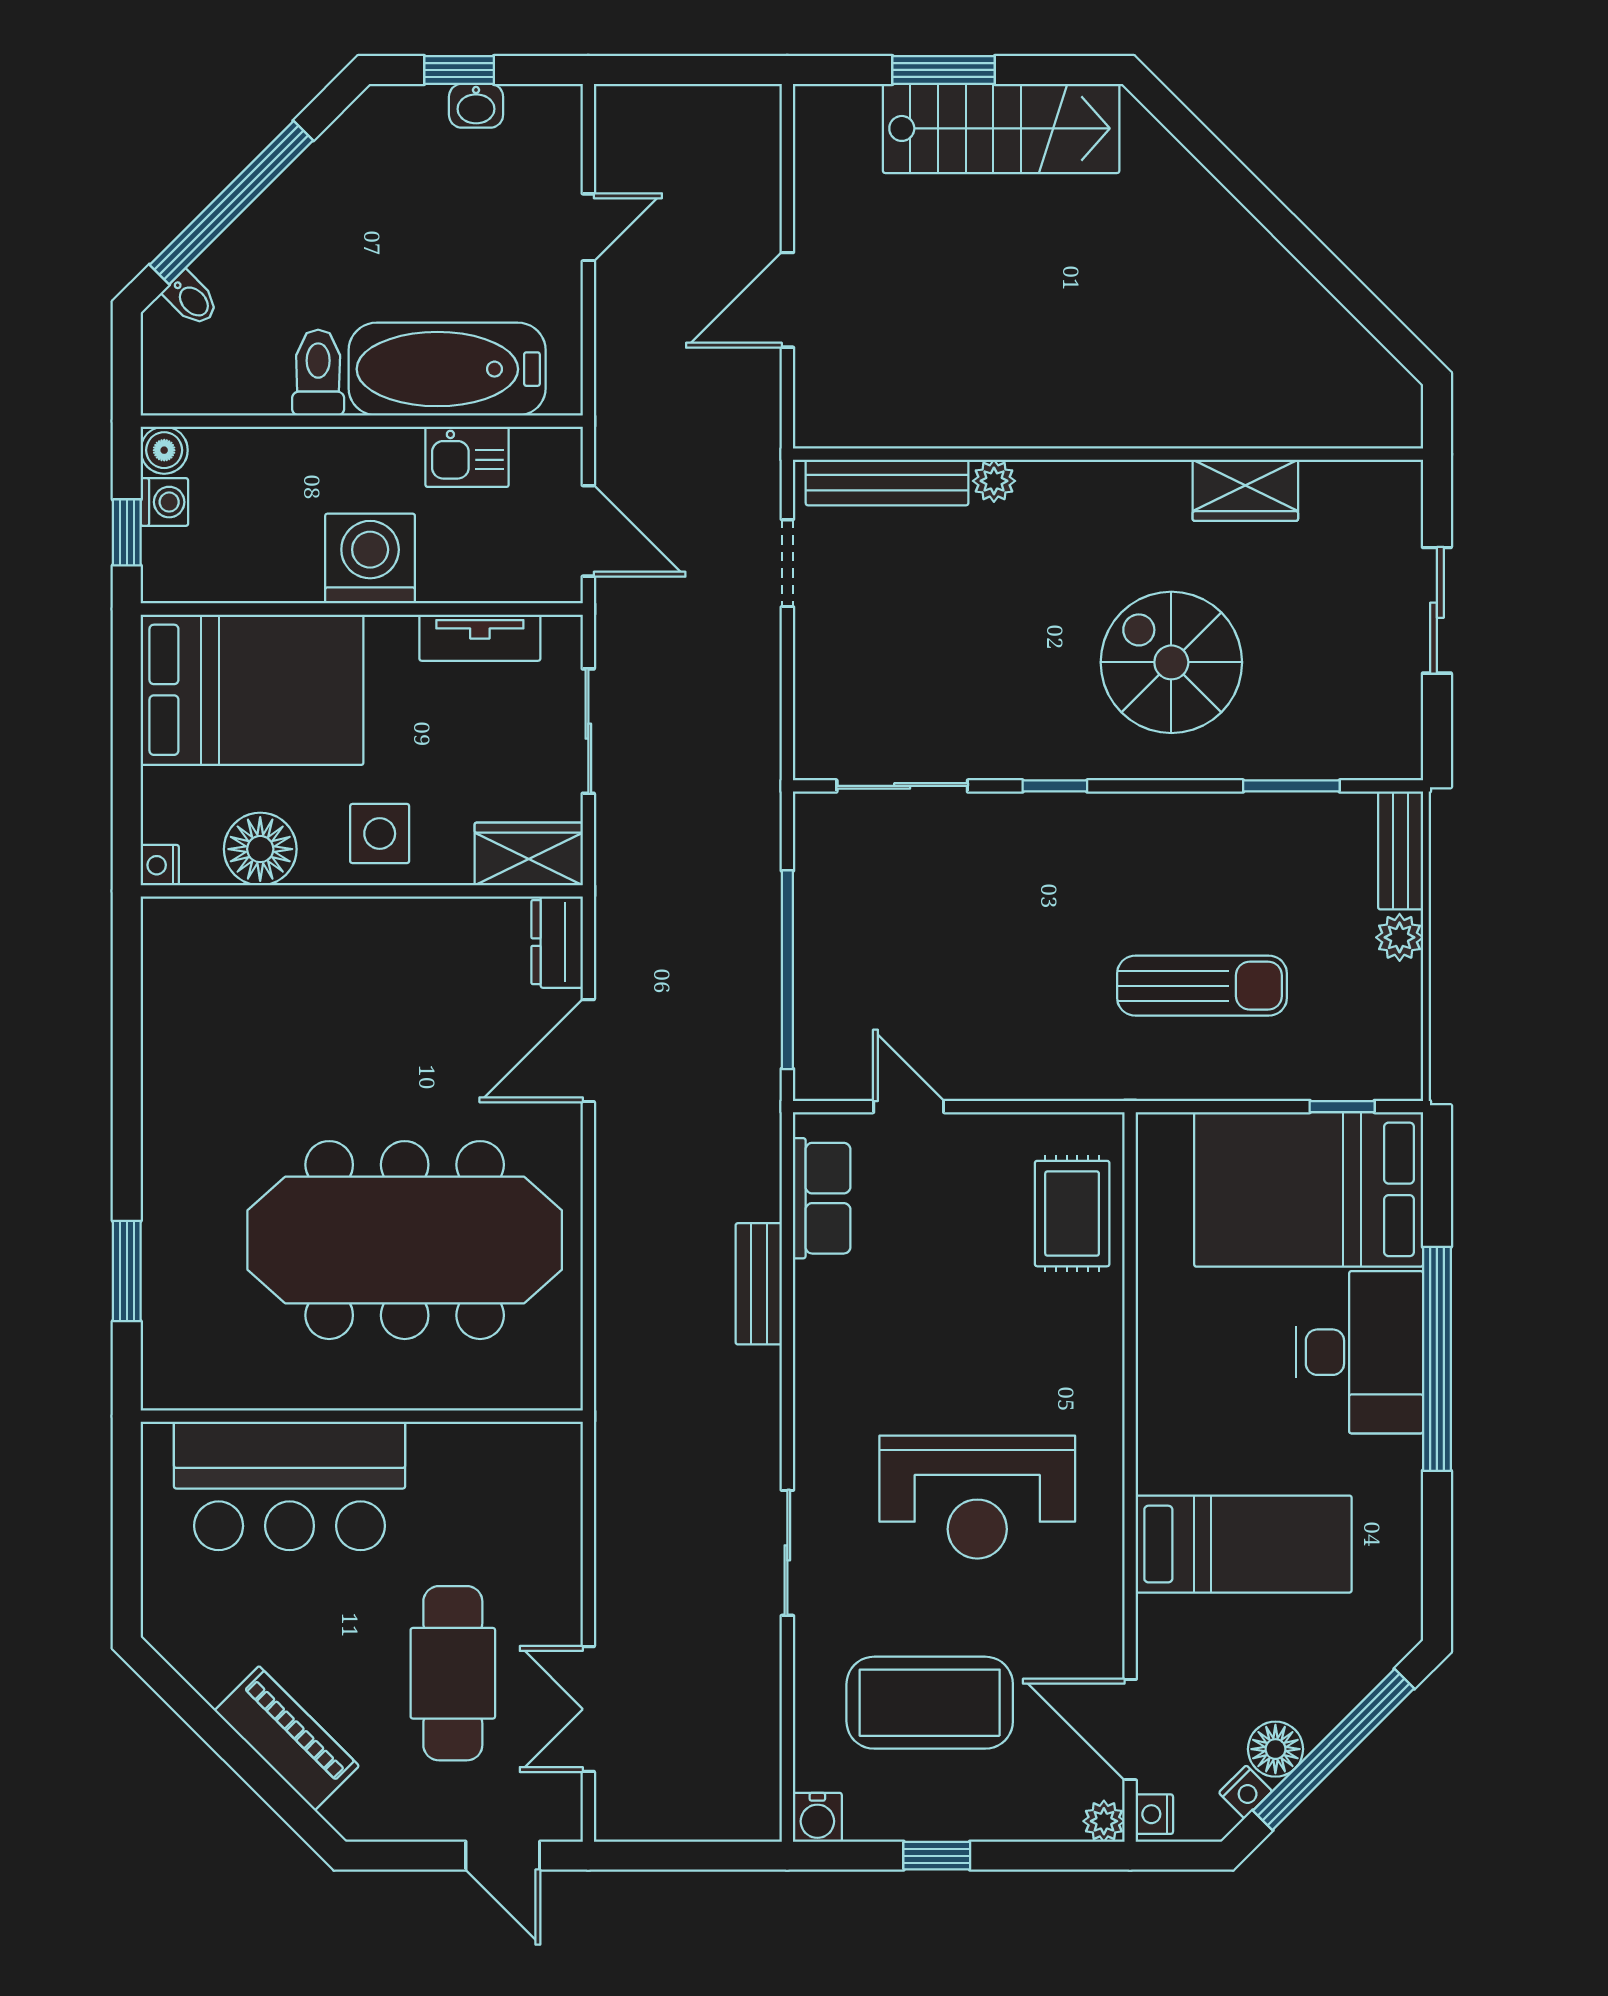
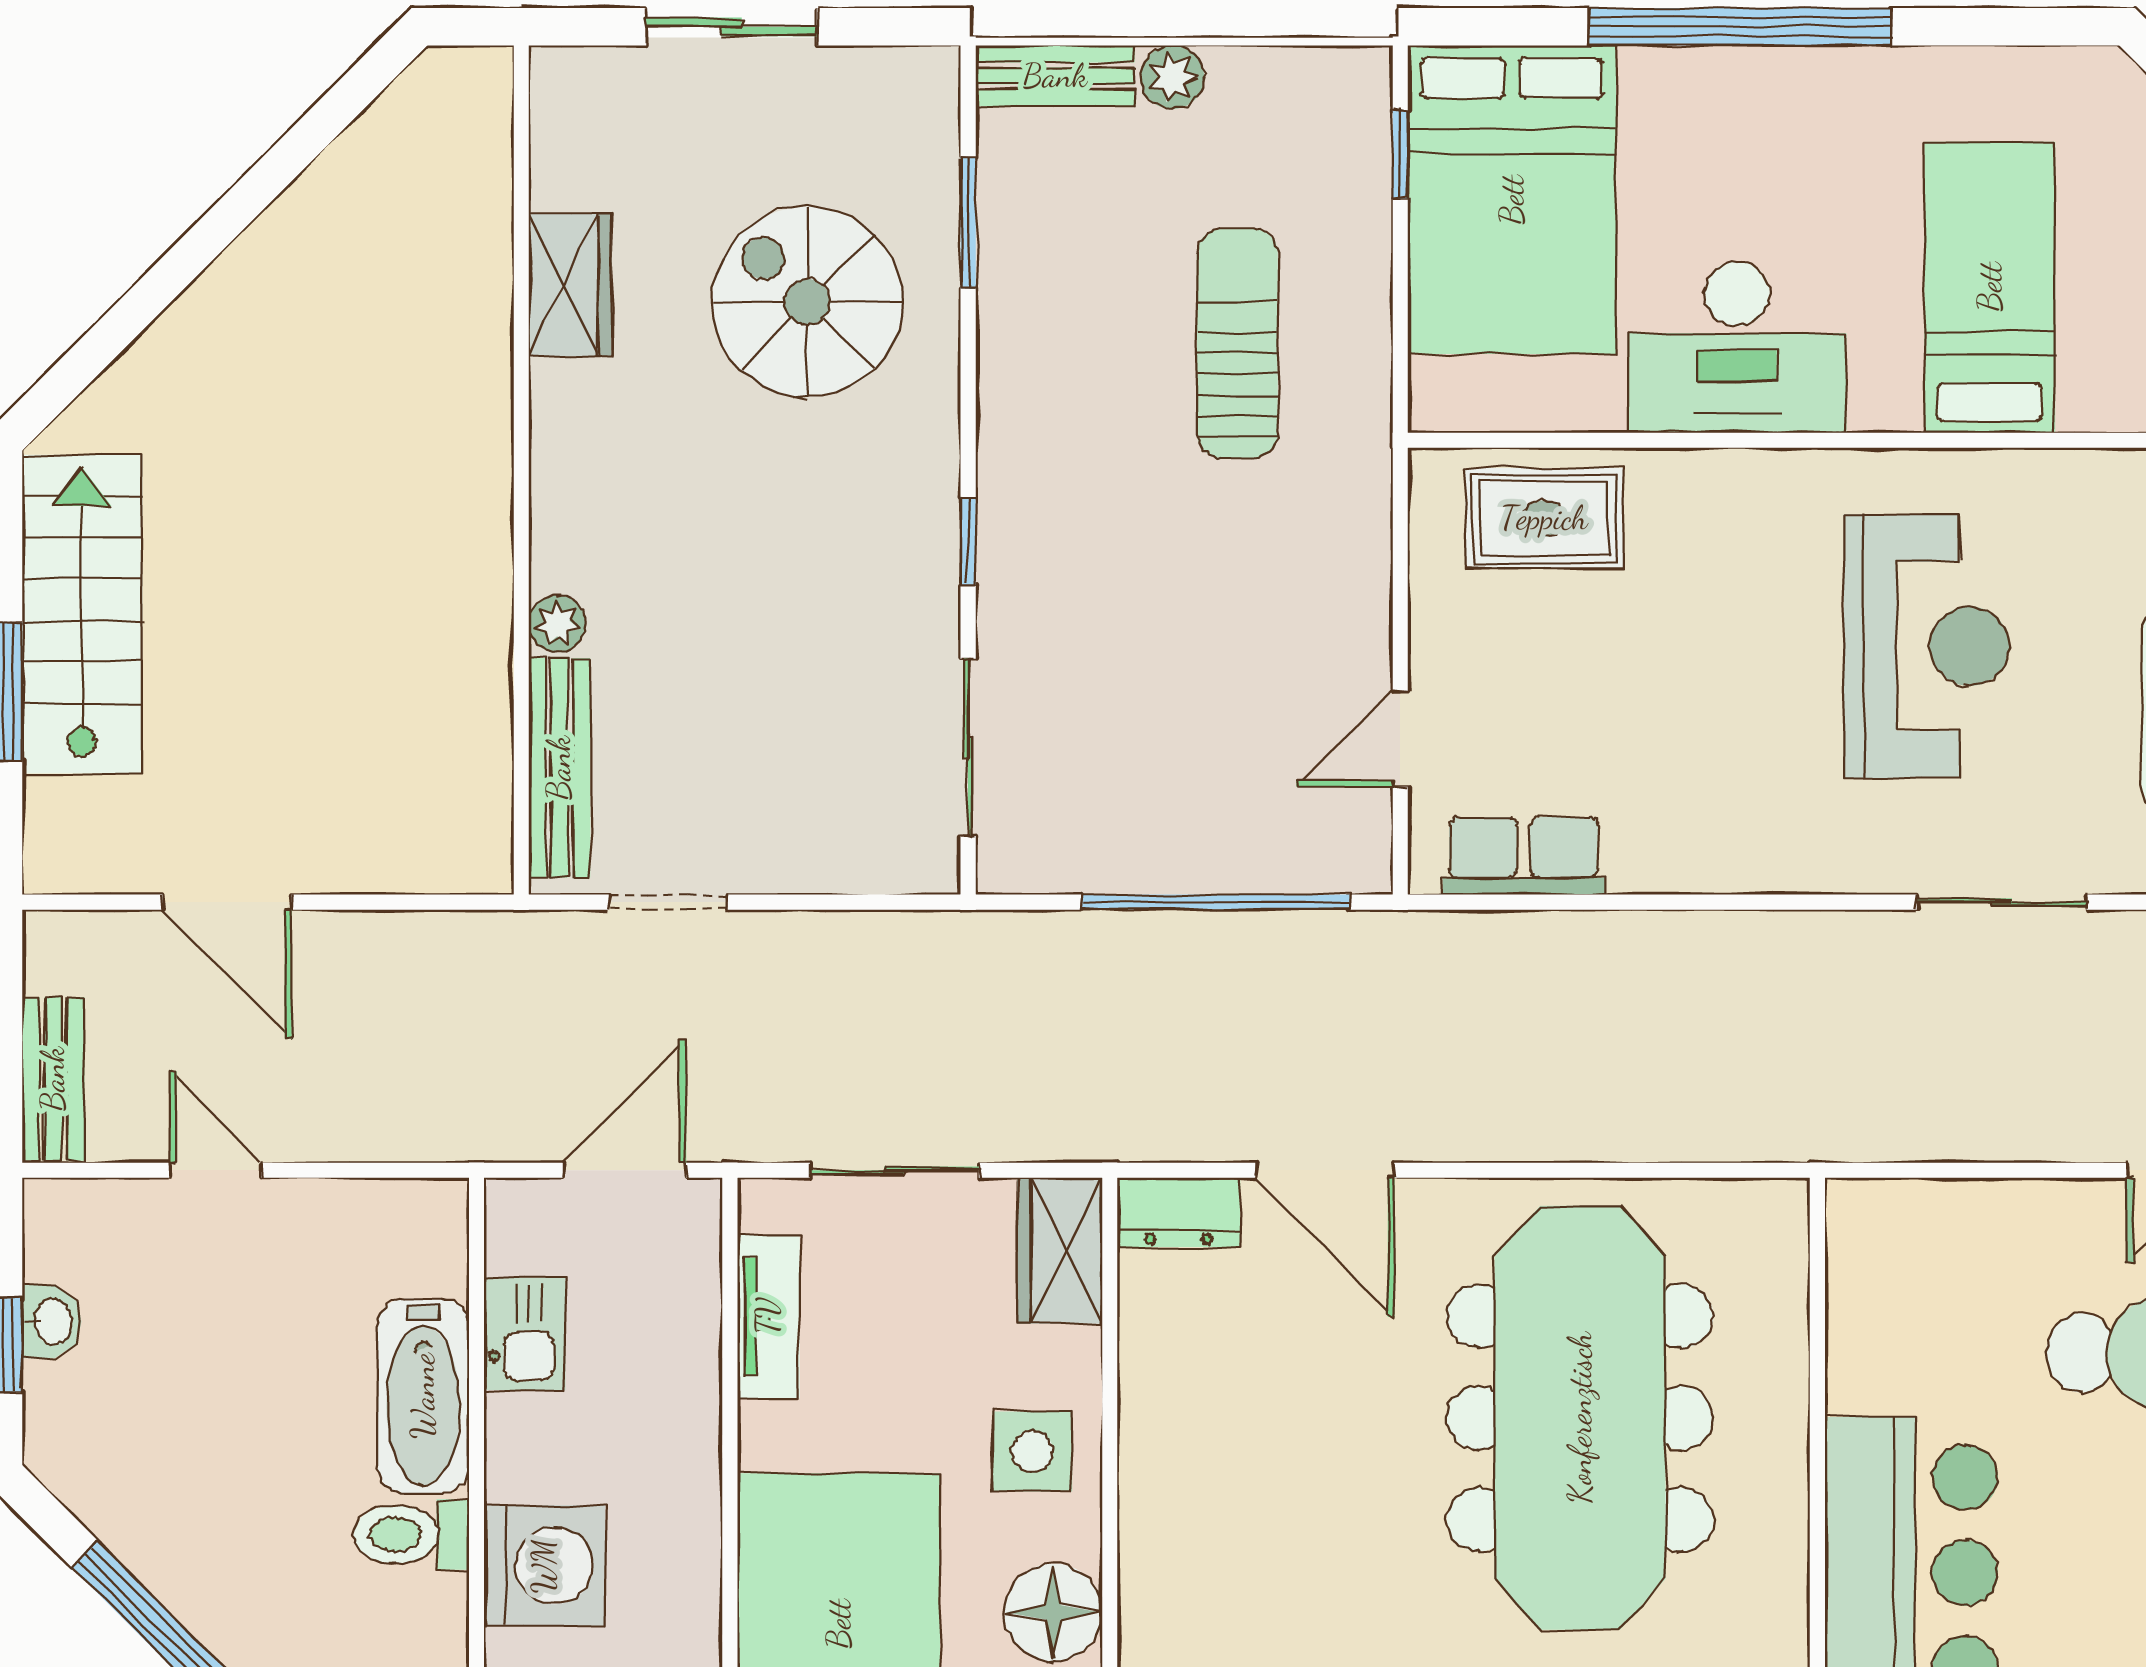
door: (787, 300) -> (227, 902), moved
bathtub: (447, 369) -> (423, 1396), width x0.73, depth x0.73
washing machine: (370, 559) -> (544, 1566), moved, turned 180
spiral stairs: (1171, 662) -> (807, 302), moved, turned 90
bench: (759, 1284) -> (53, 1079), moved, turned 90
desk: (1359, 1352) -> (1737, 347), moved, turned 180

